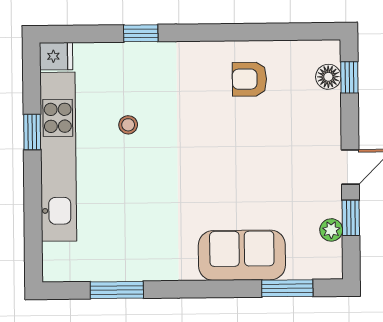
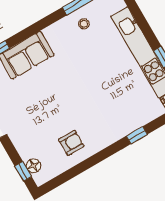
stool: (128, 125) -> (84, 24), moved

